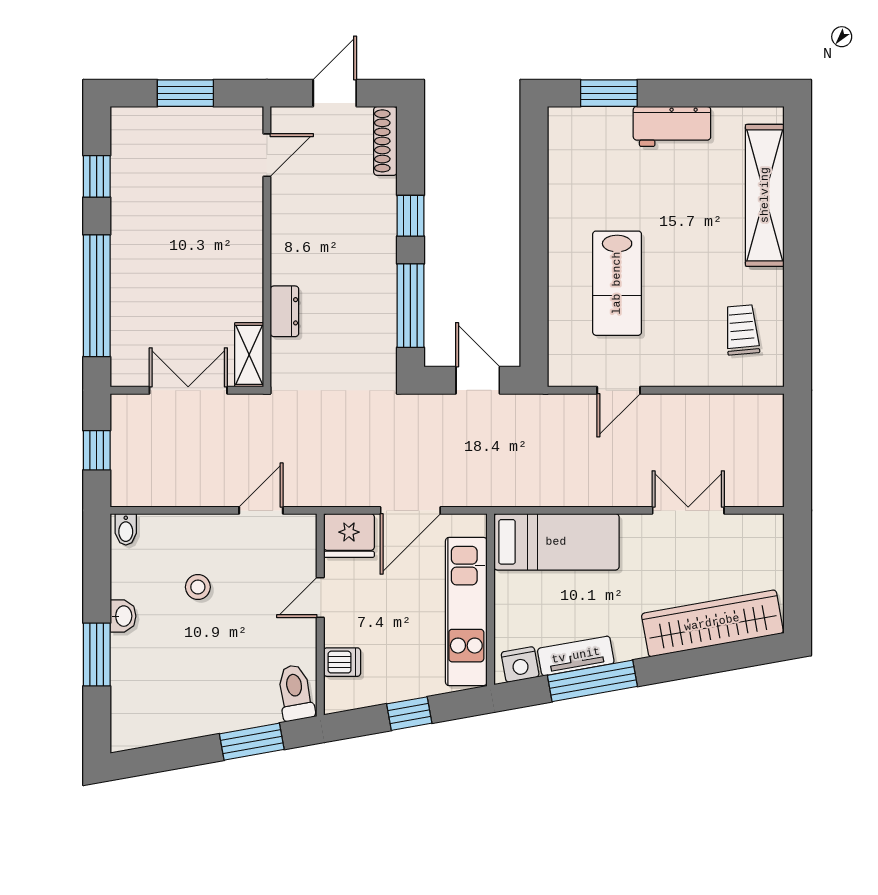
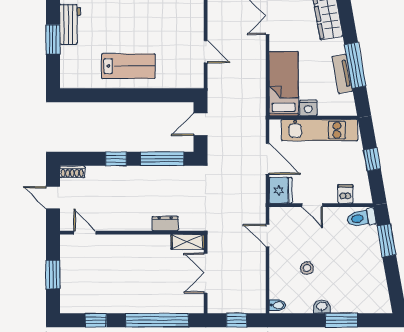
window: (609, 93) -> (53, 39), moved
shoe rack: (385, 141) -> (72, 172), width x0.70
lab bench: (617, 283) -> (128, 66), moved
nightstand: (520, 664) -> (308, 108), moved, turned 100

